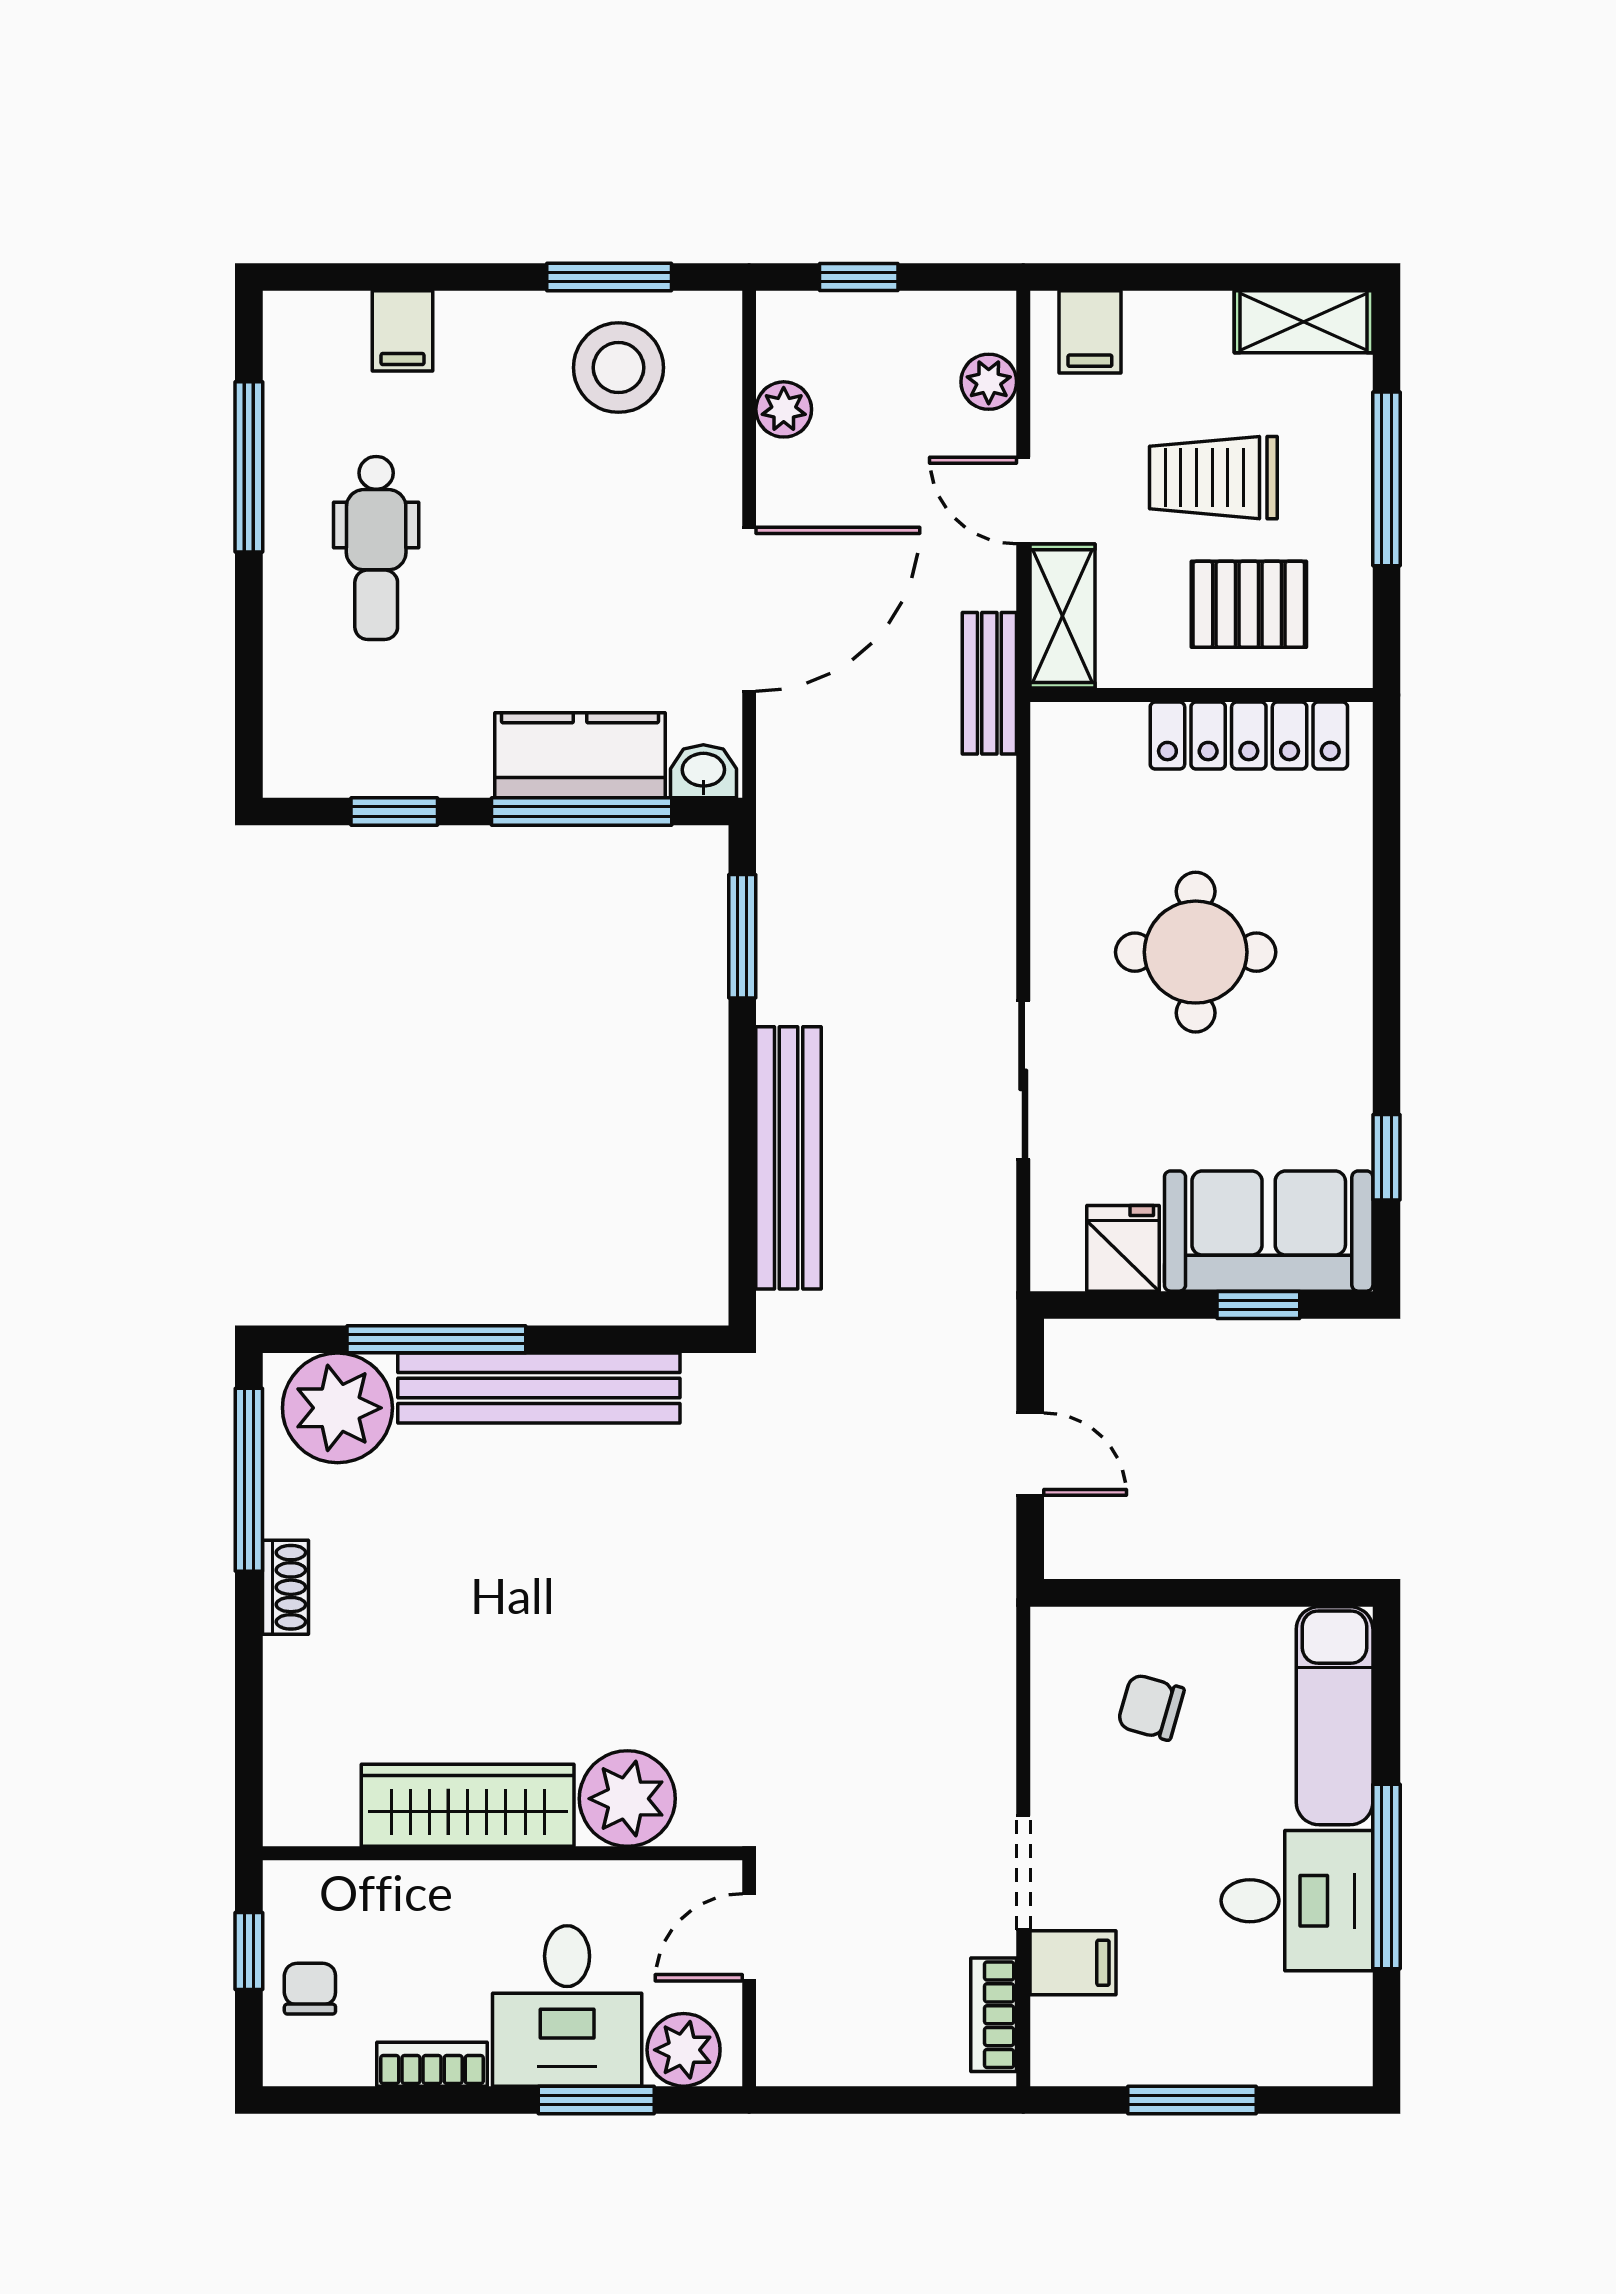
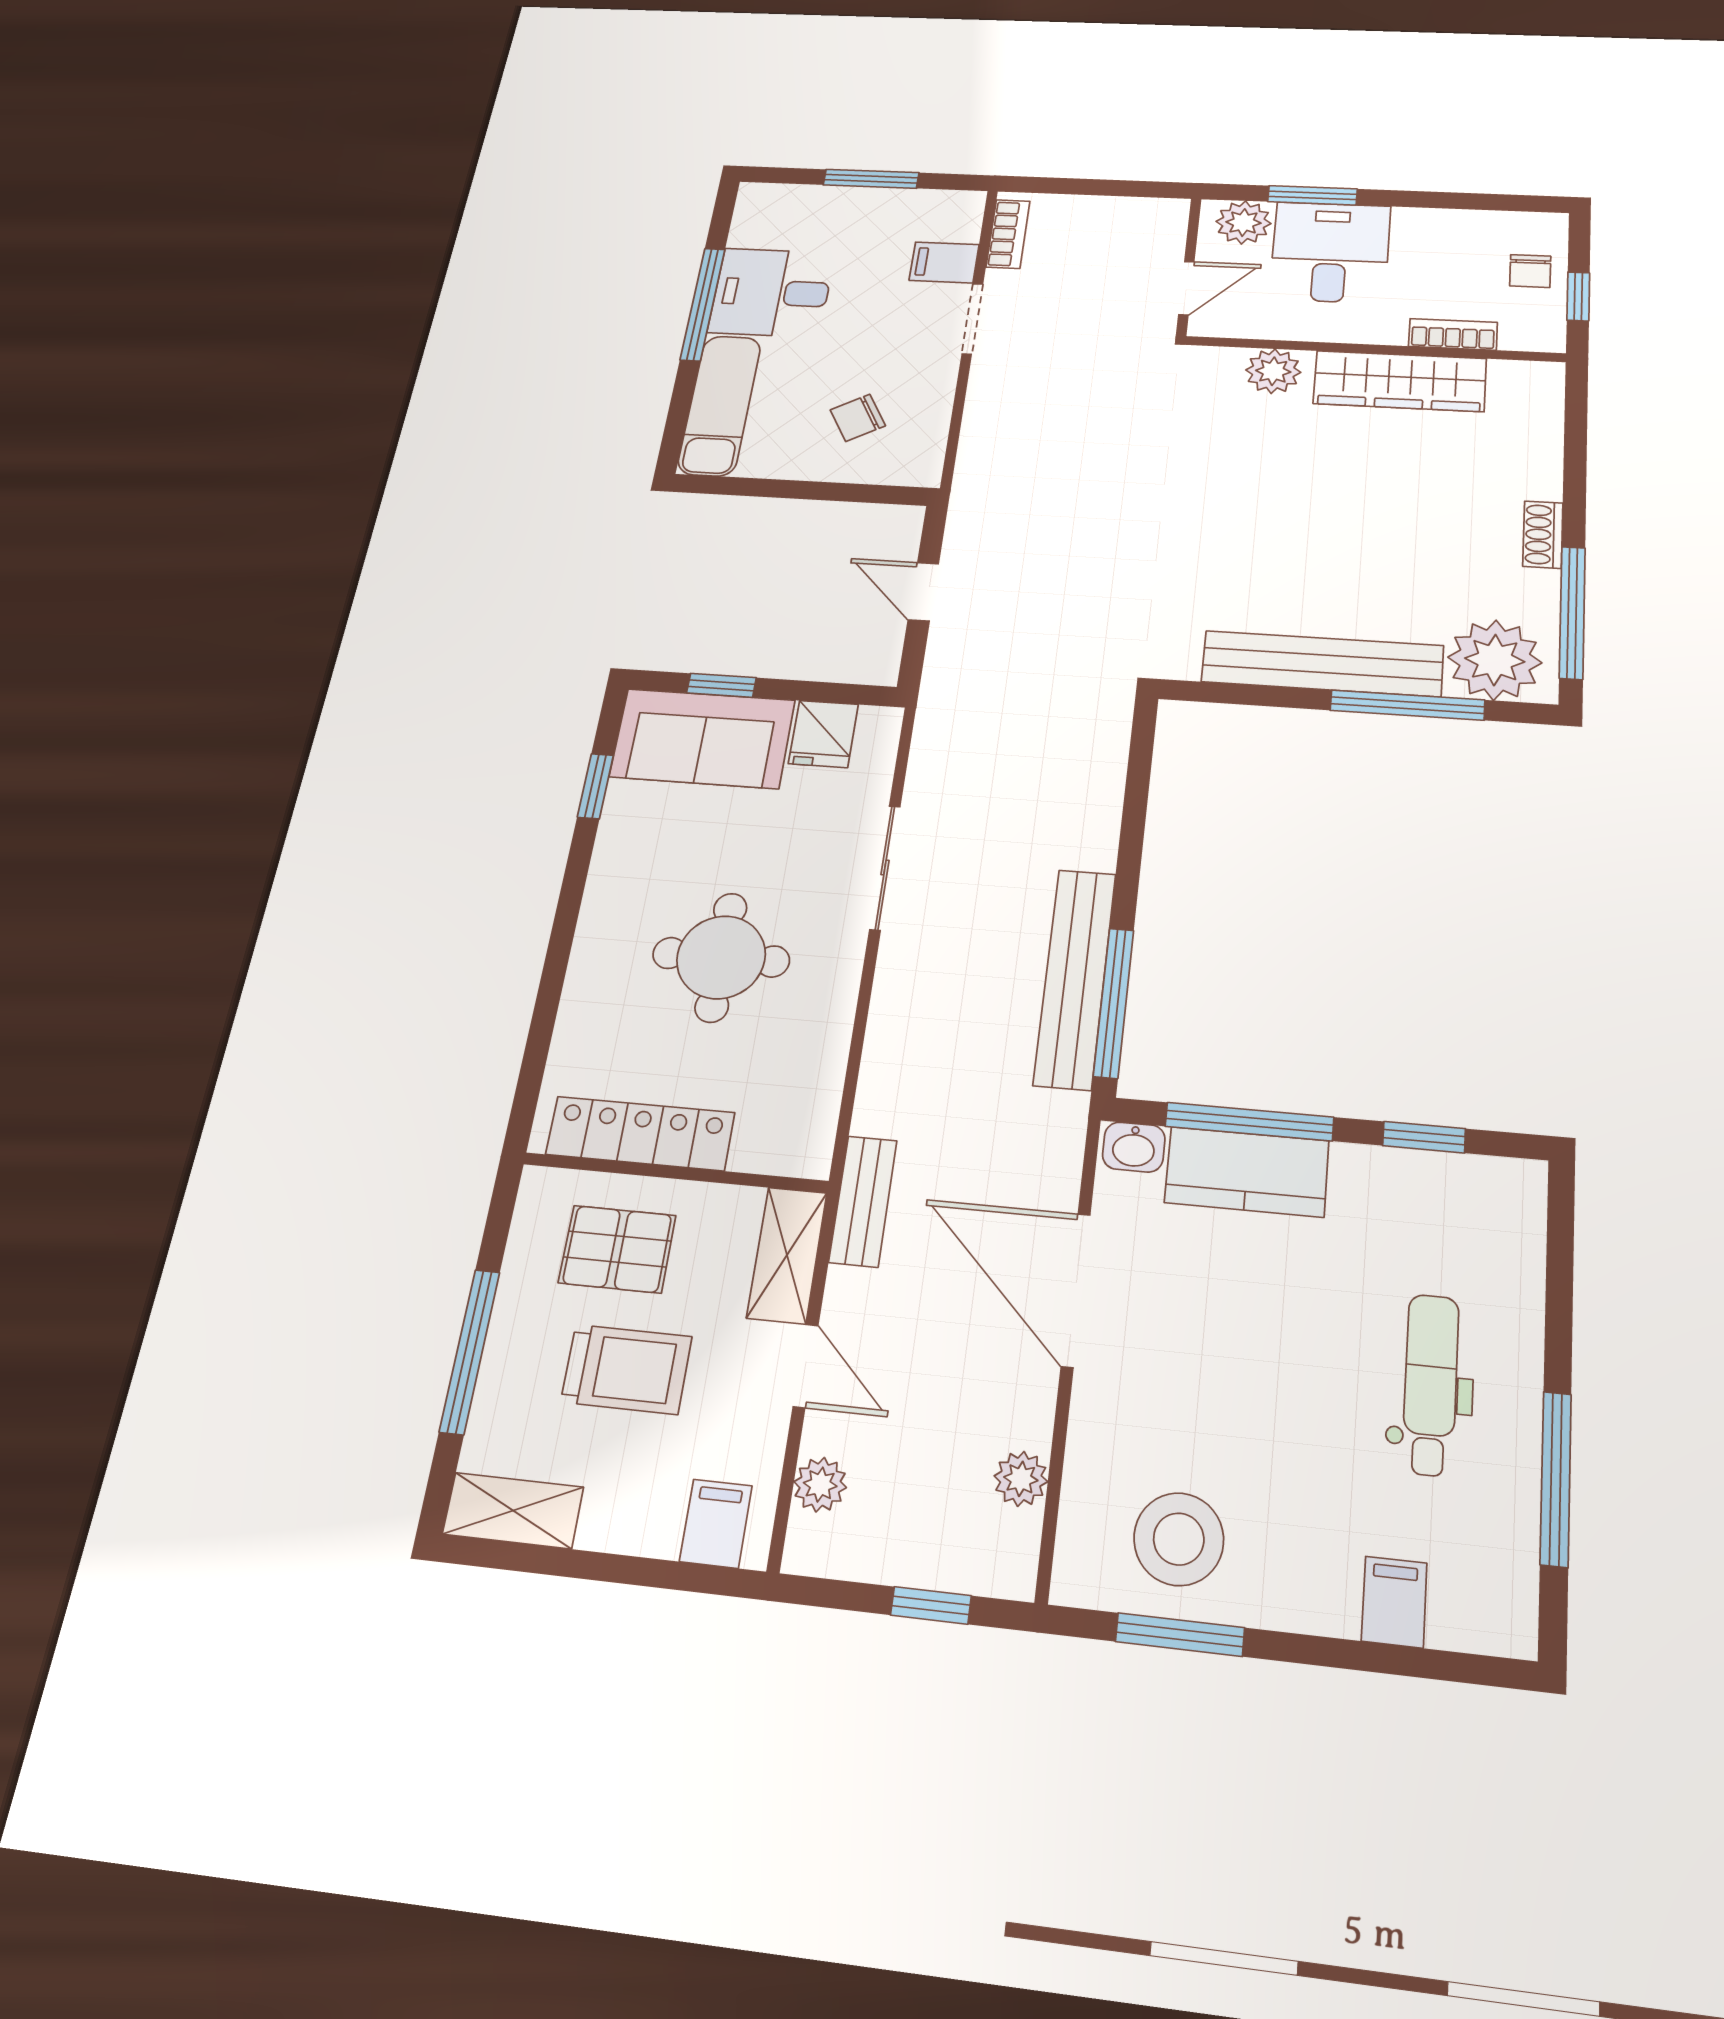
door: (749, 609) -> (1076, 1290), hinge flipped
window: (742, 936) -> (1114, 1003), width x1.44
bench: (789, 1158) -> (1075, 978), moved
chair: (1151, 1707) -> (858, 418), turned 134
plant: (627, 1799) -> (1273, 371), width x0.73, depth x0.73
bookcase: (432, 2064) -> (1453, 334), moved, turned 180

